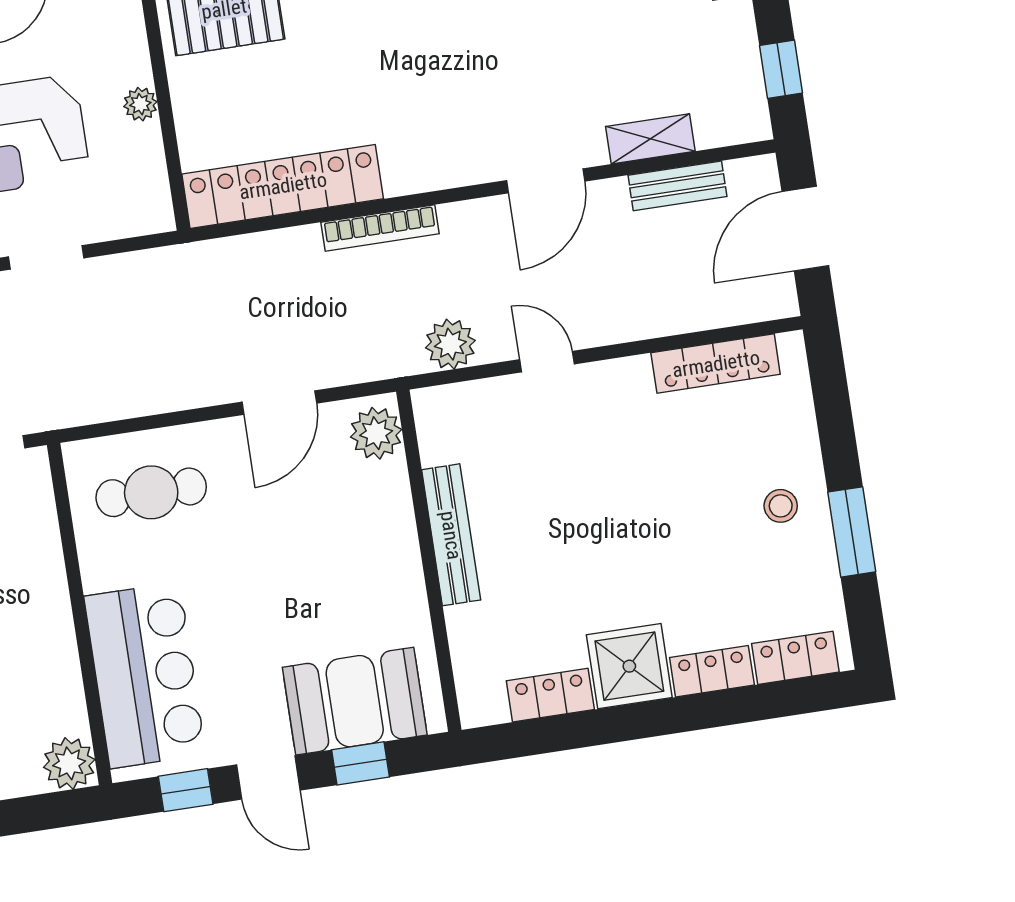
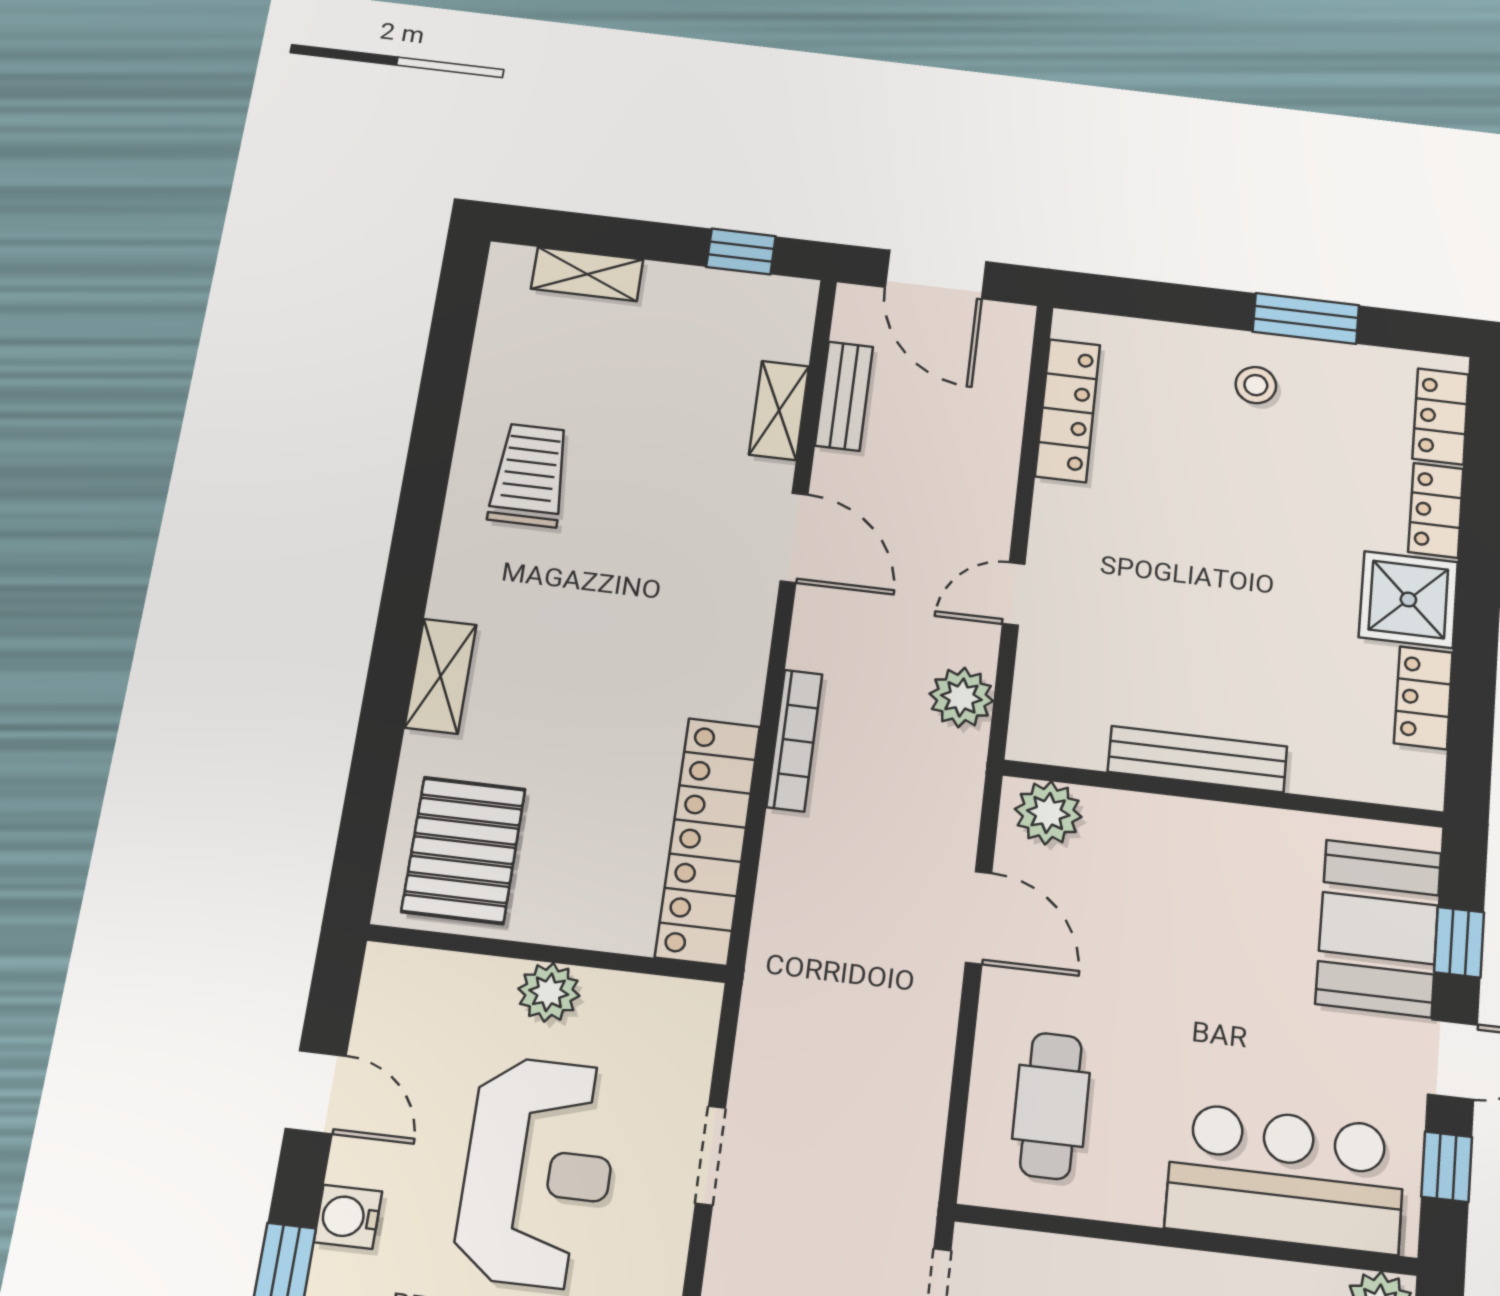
plant: (140, 104) -> (549, 992), width x1.38, depth x1.38

